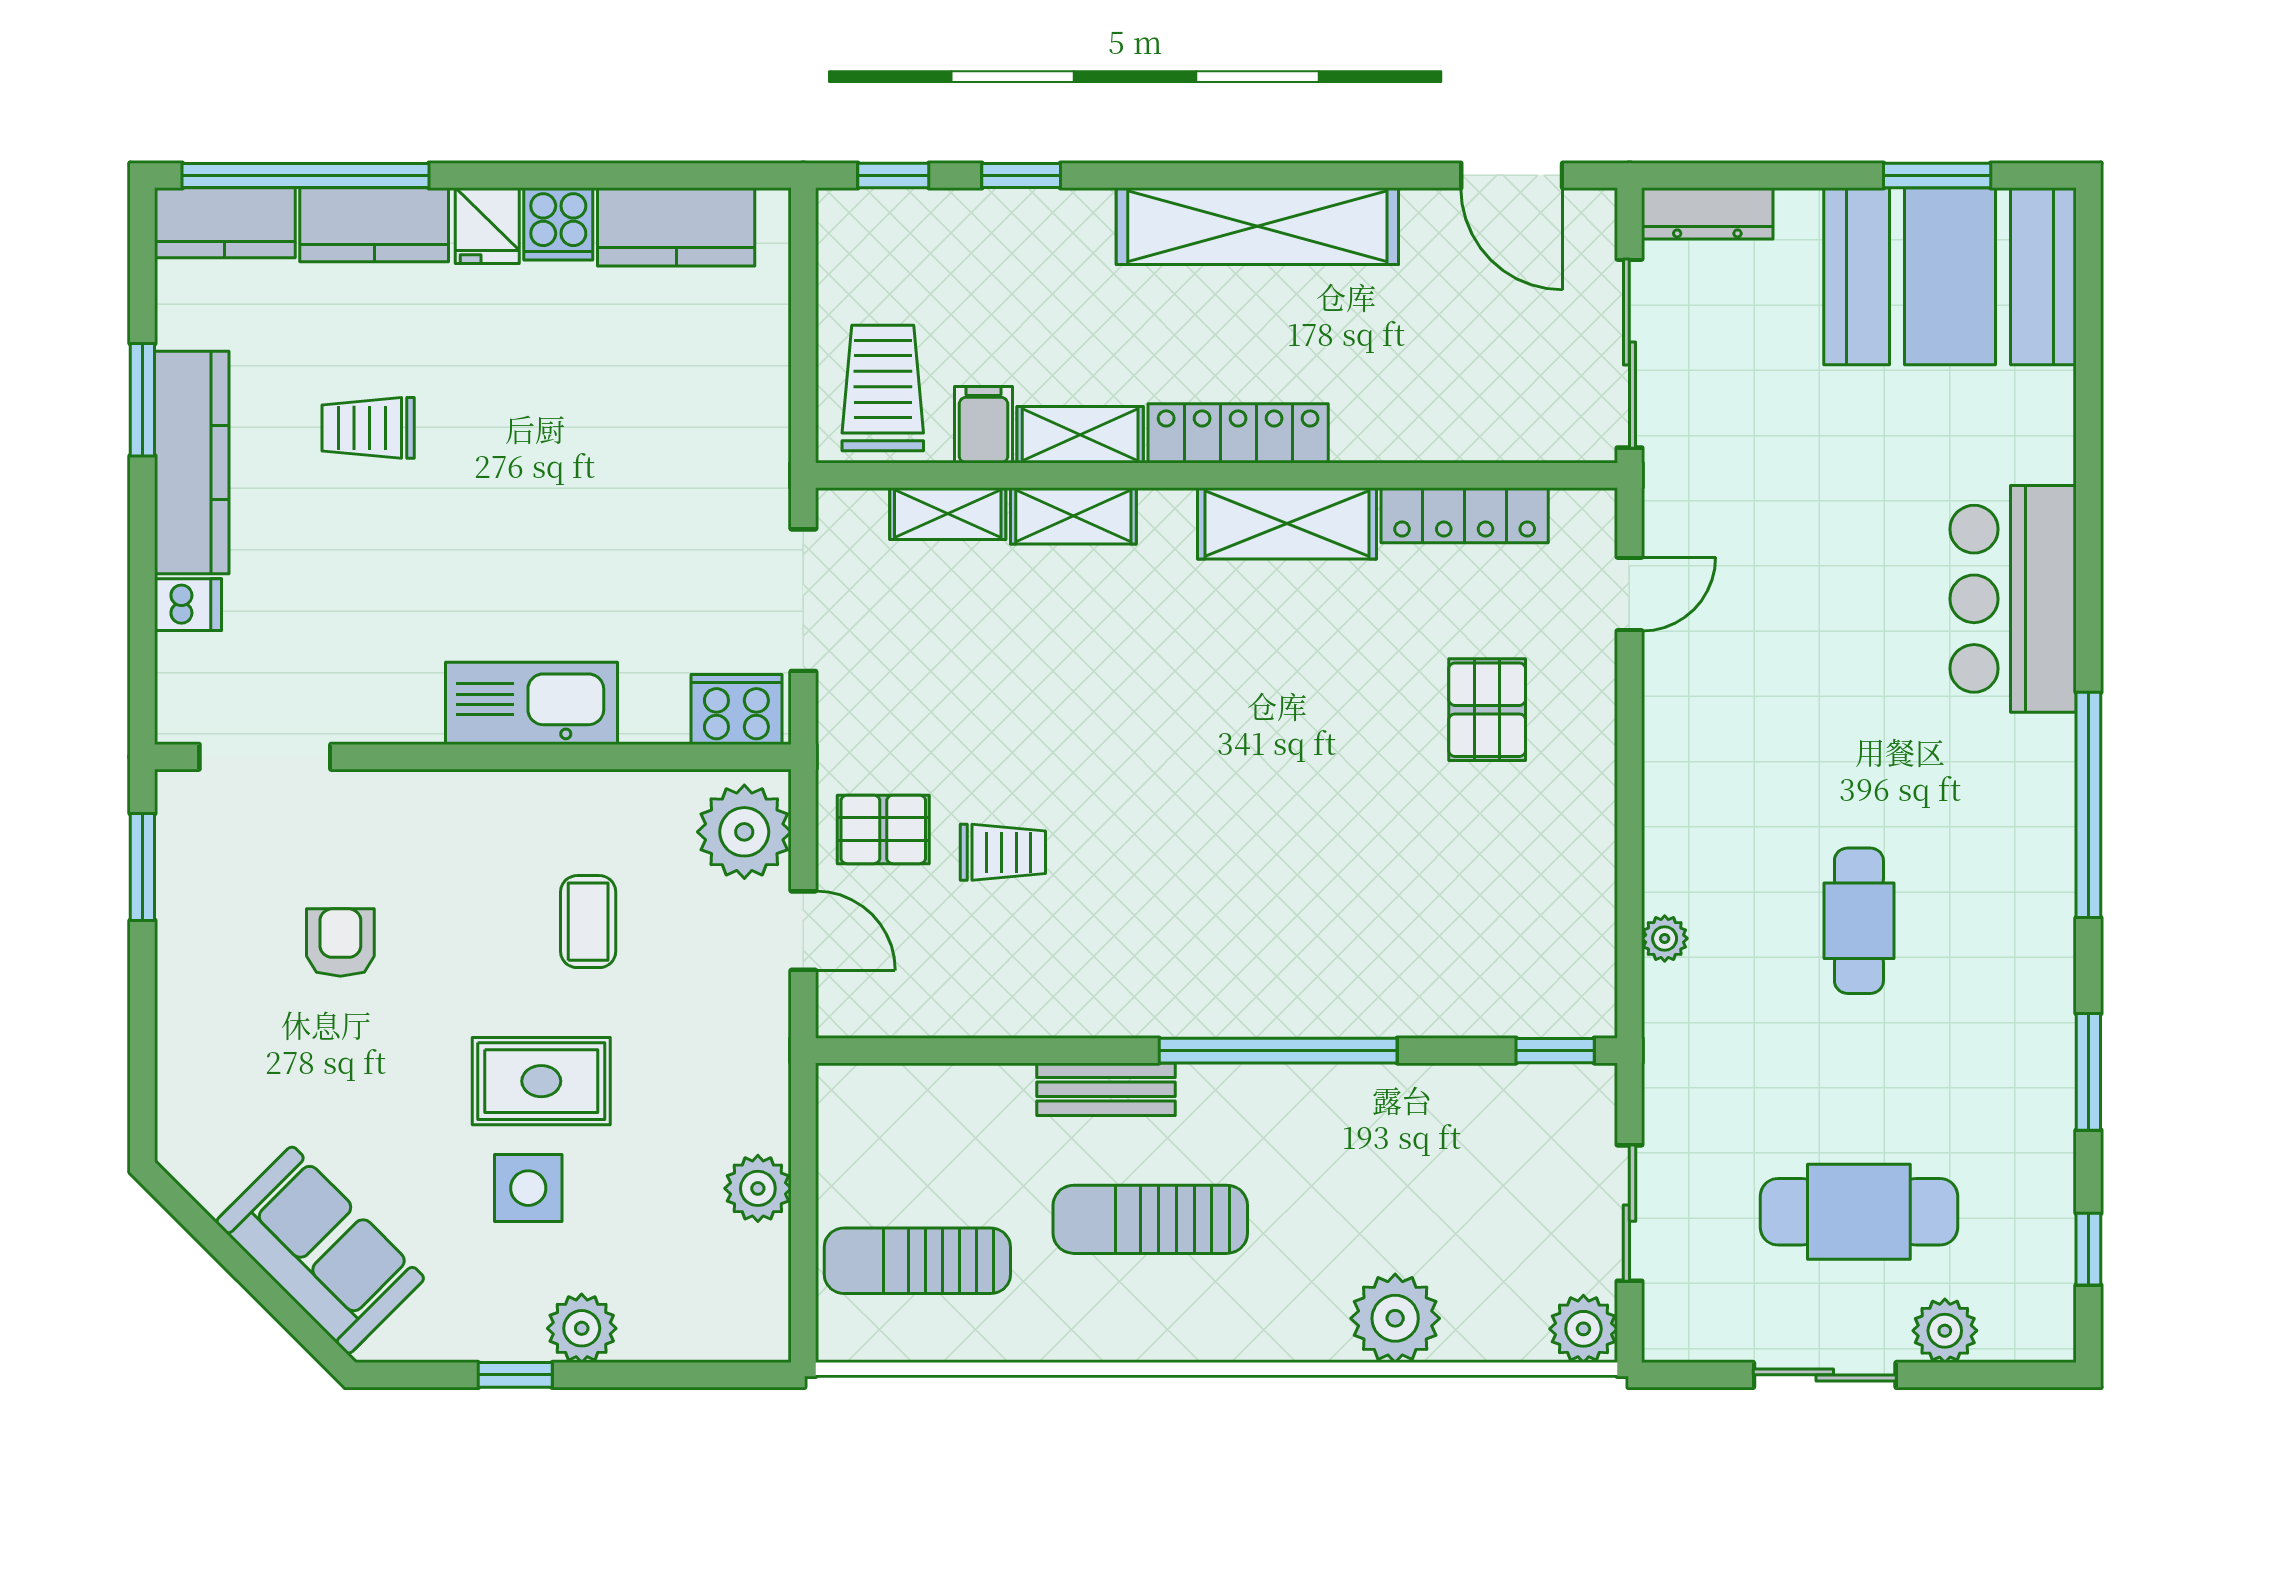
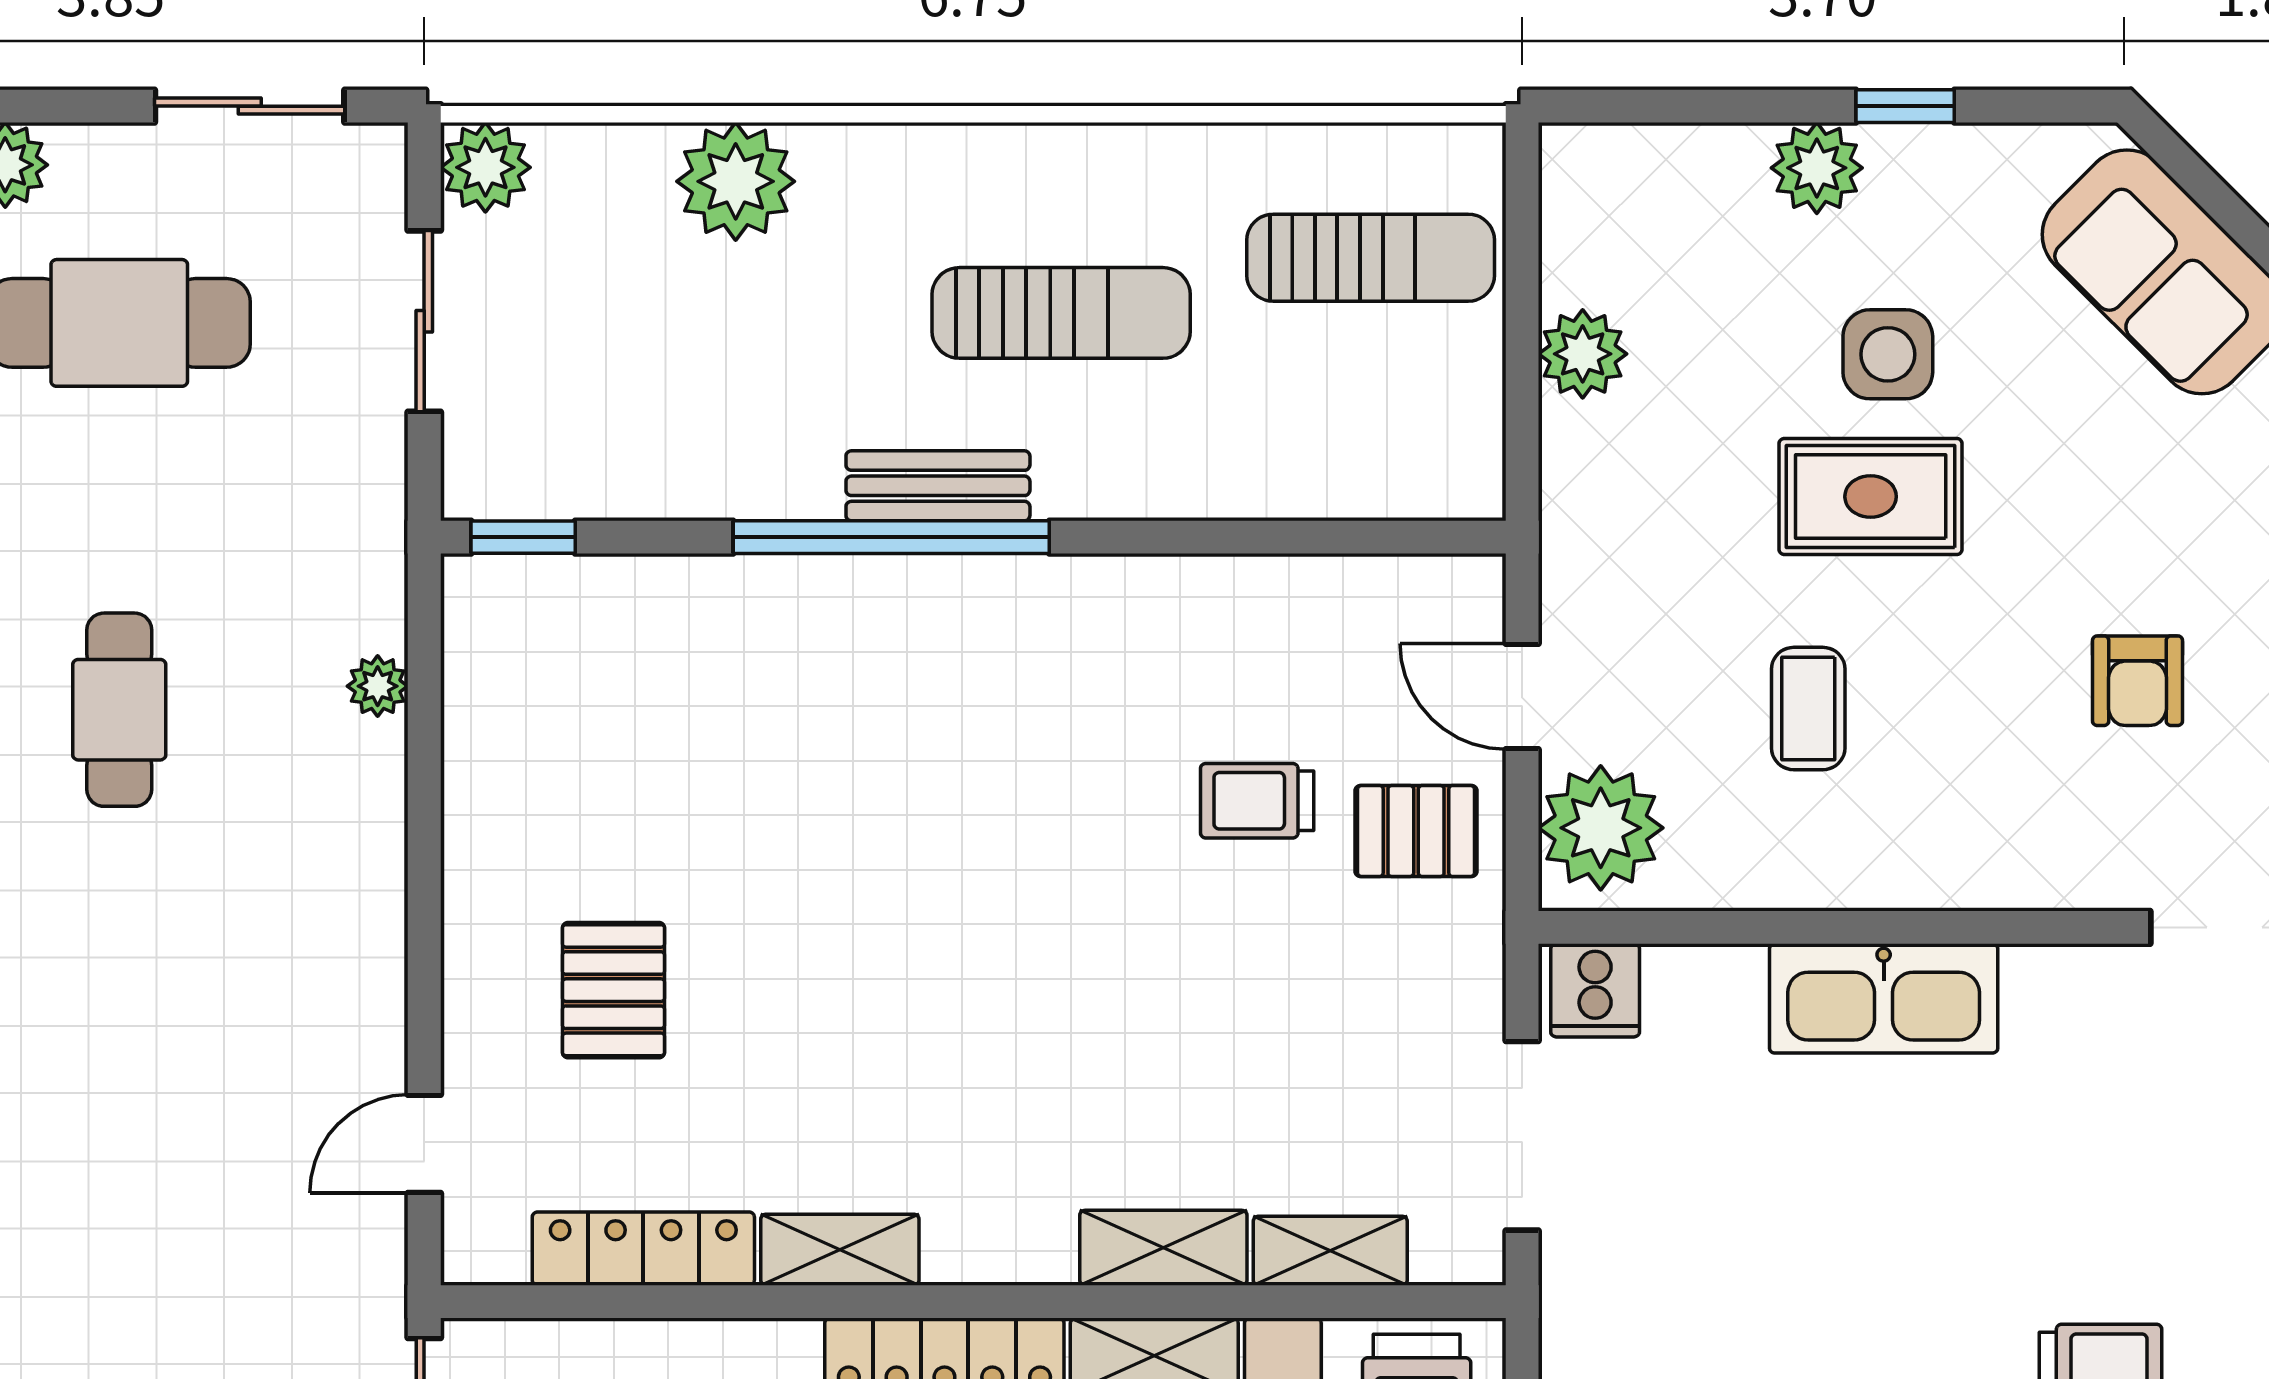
shelving: (1287, 523) -> (840, 1250), width x0.67, depth x0.75
cooker: (736, 710) -> (1595, 990), width x0.73
bench: (1106, 1089) -> (938, 486), moved
sliding door: (1825, 1375) -> (250, 106), moved

